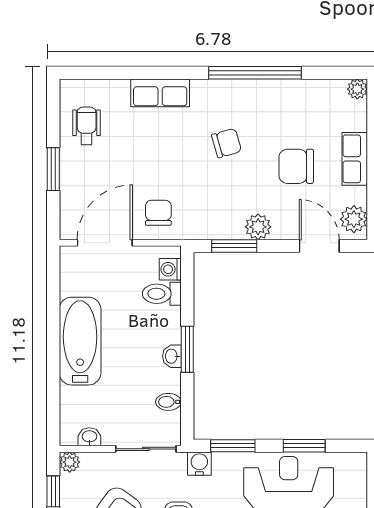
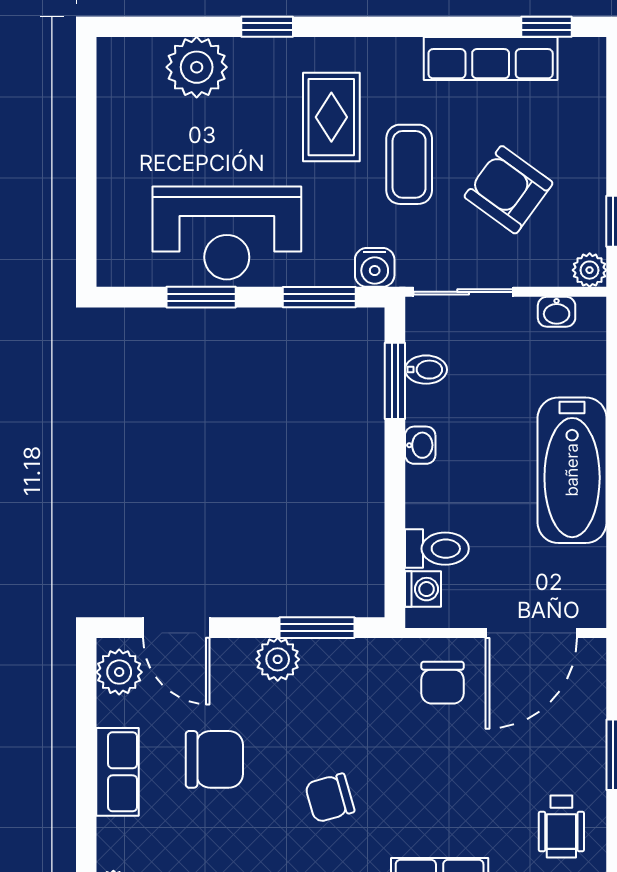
window: (187, 349) -> (395, 381), moved

